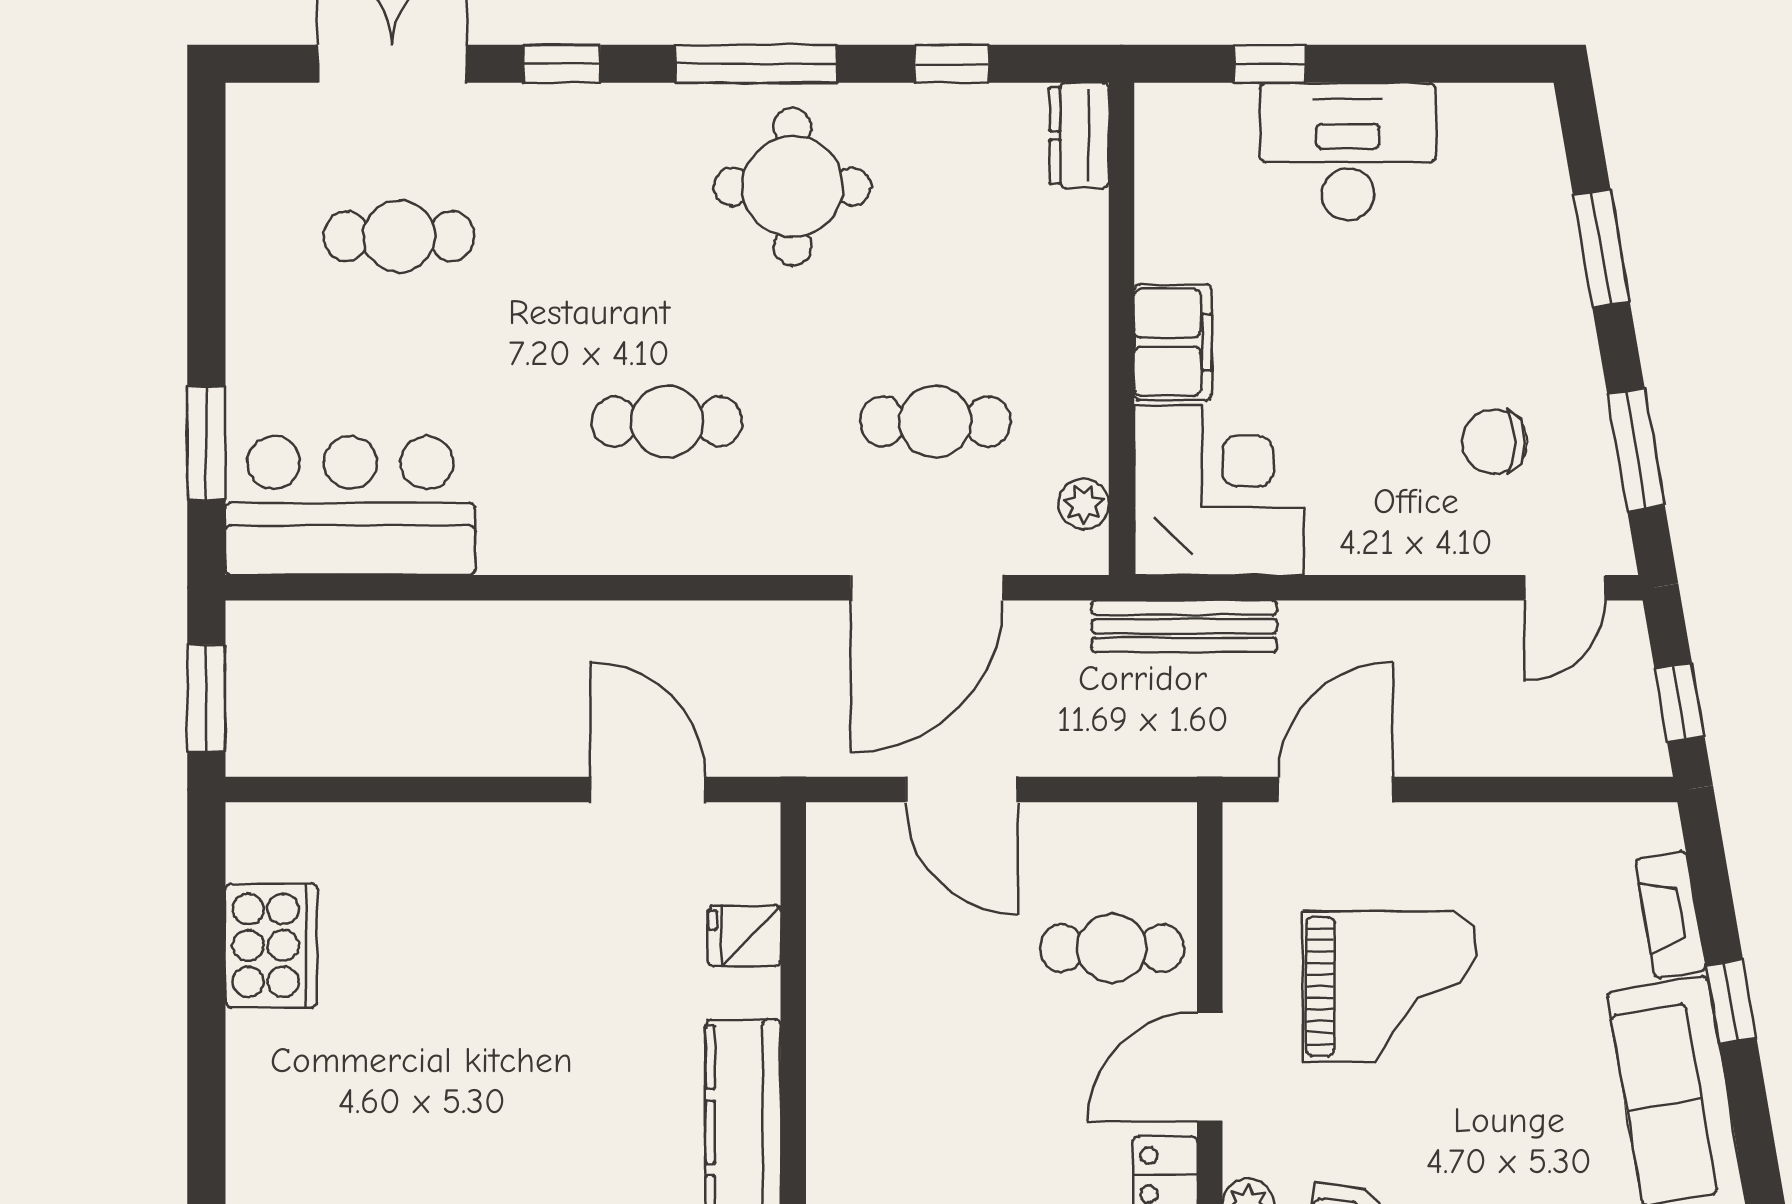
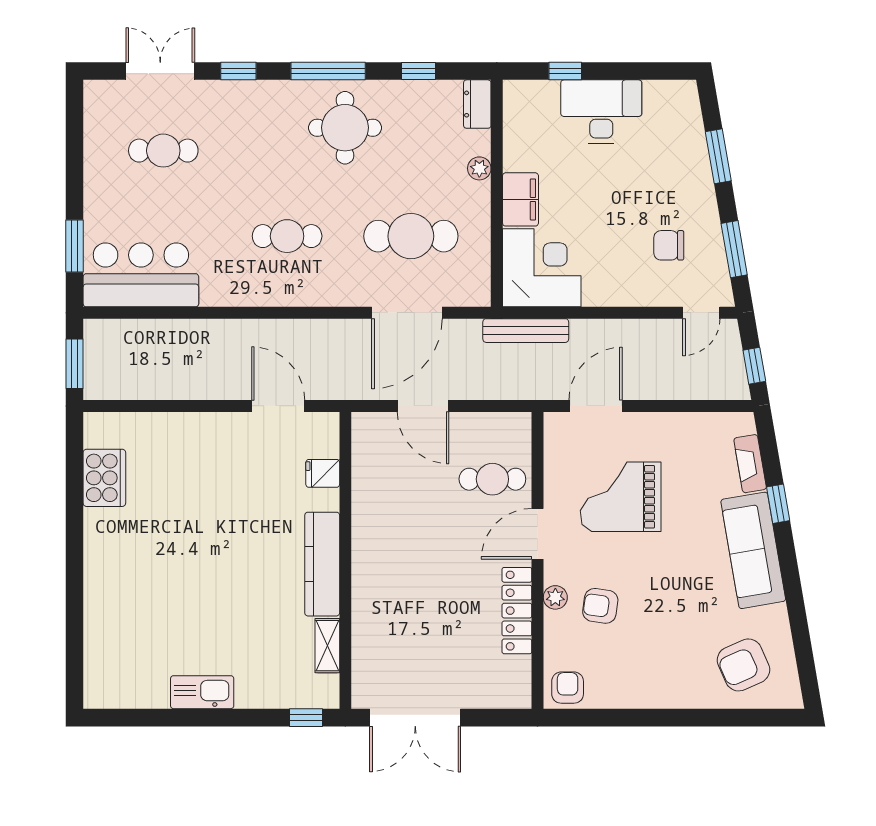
cafe table: (935, 422) -> (411, 236), width x1.37, depth x1.35
plant: (1084, 504) -> (479, 168), moved
grand piano: (1390, 986) -> (621, 497), turned 180

